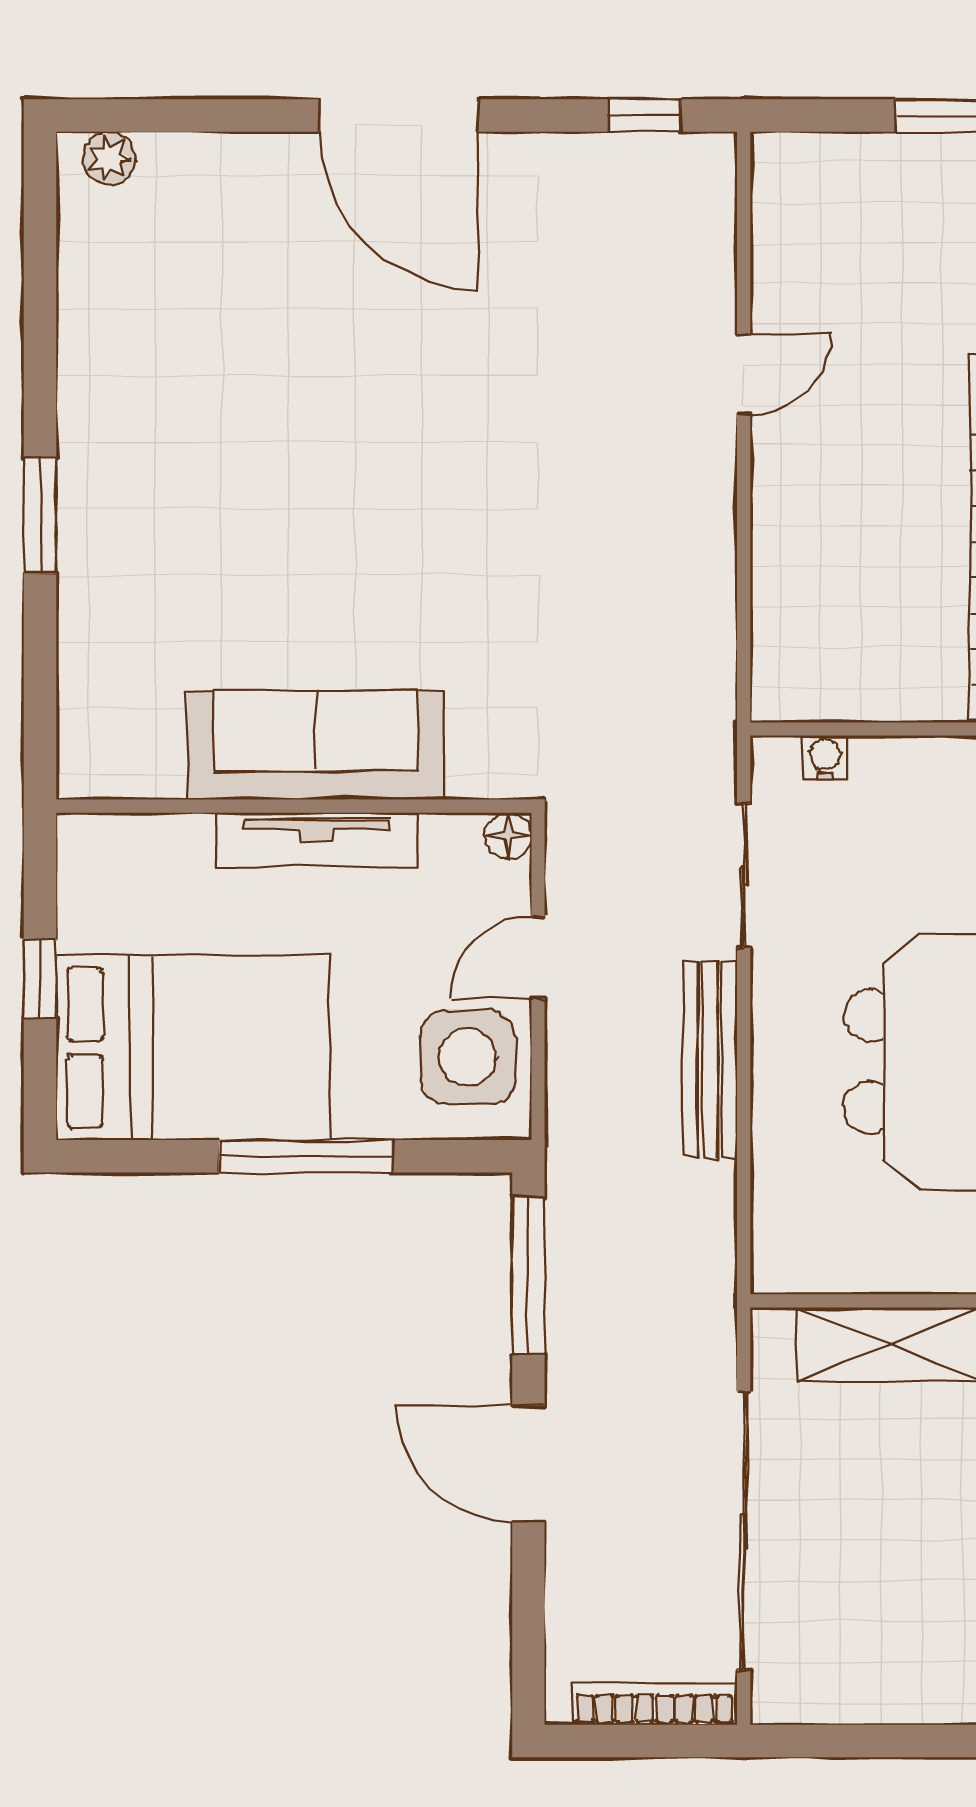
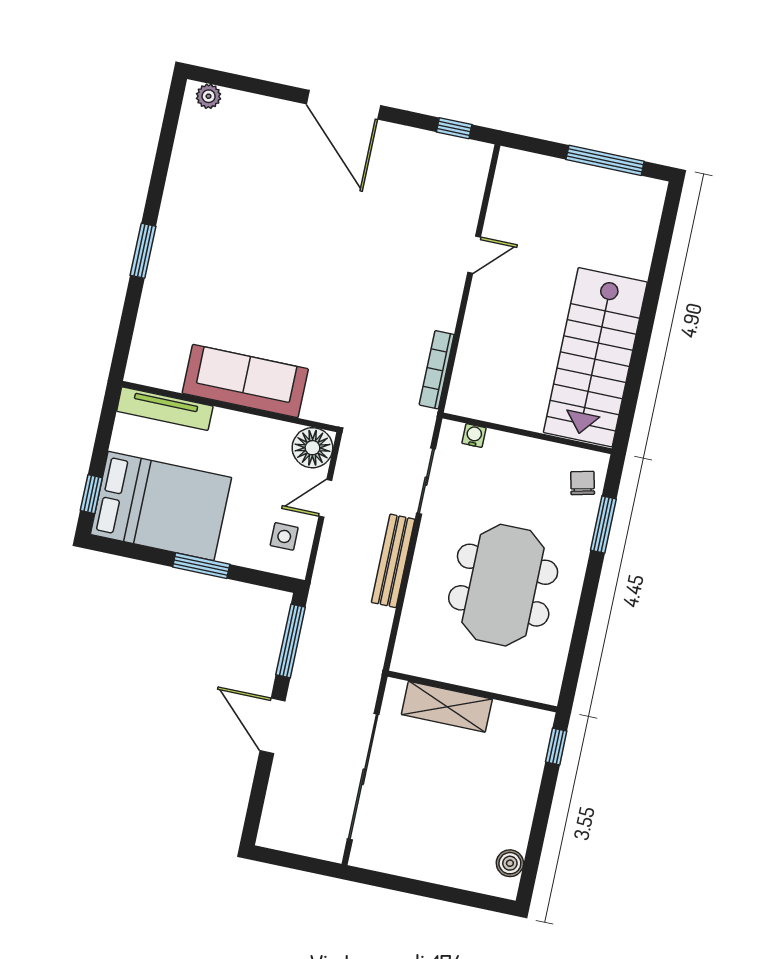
floor lamp: (508, 836) -> (312, 448), width x1.89, depth x1.89
tv unit: (317, 840) -> (165, 409), moved
window: (40, 979) -> (91, 494), moved
side table: (468, 1057) -> (284, 536), width x0.54, depth x0.54
window: (305, 1156) -> (201, 566), width x0.69
bookcase: (654, 1704) -> (437, 370), moved, turned -90

